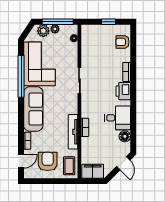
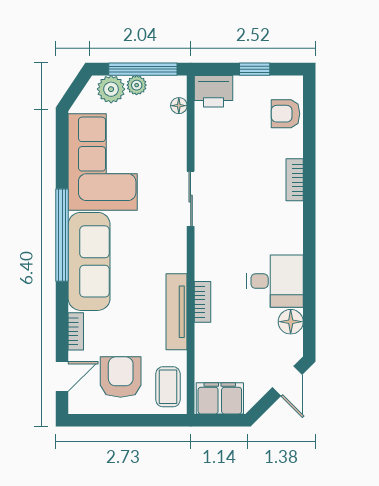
window: (21, 76) -> (62, 235), moved
printer: (123, 91) -> (214, 91), moved, turned -90

